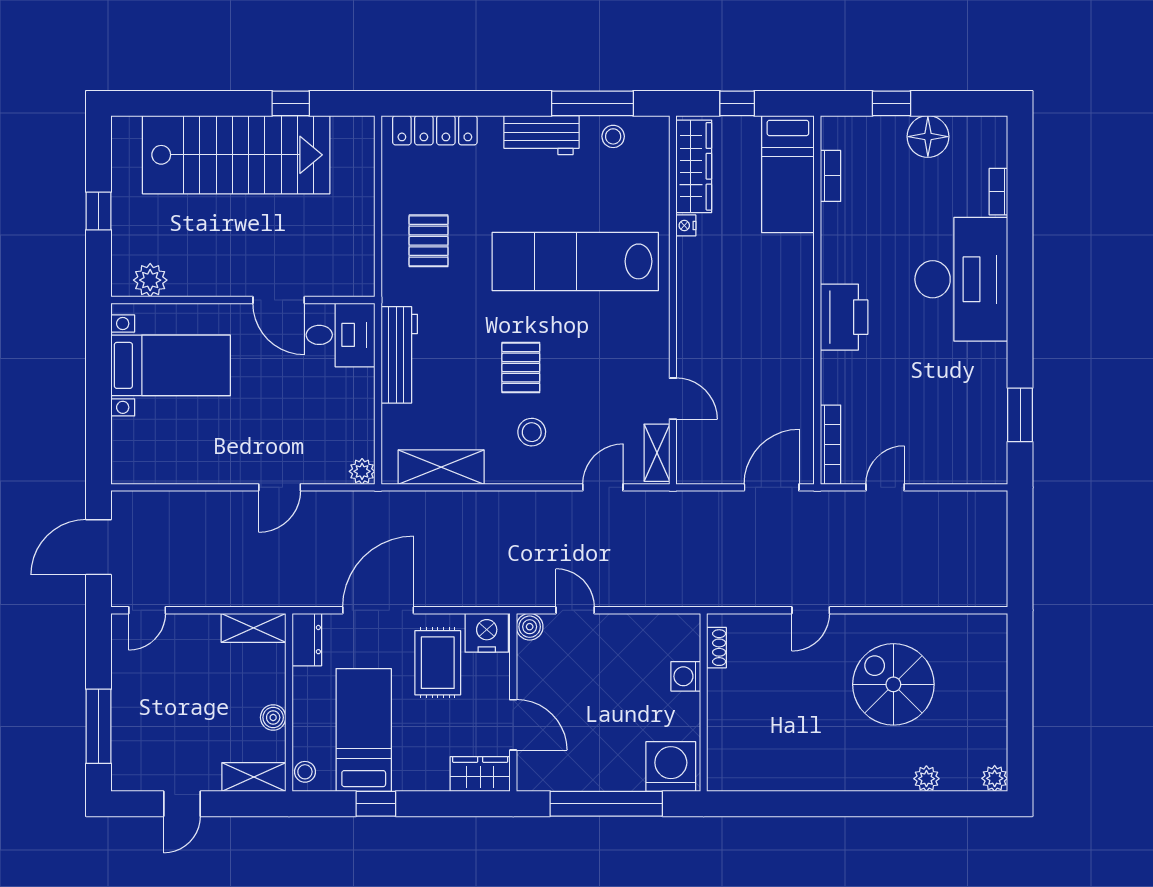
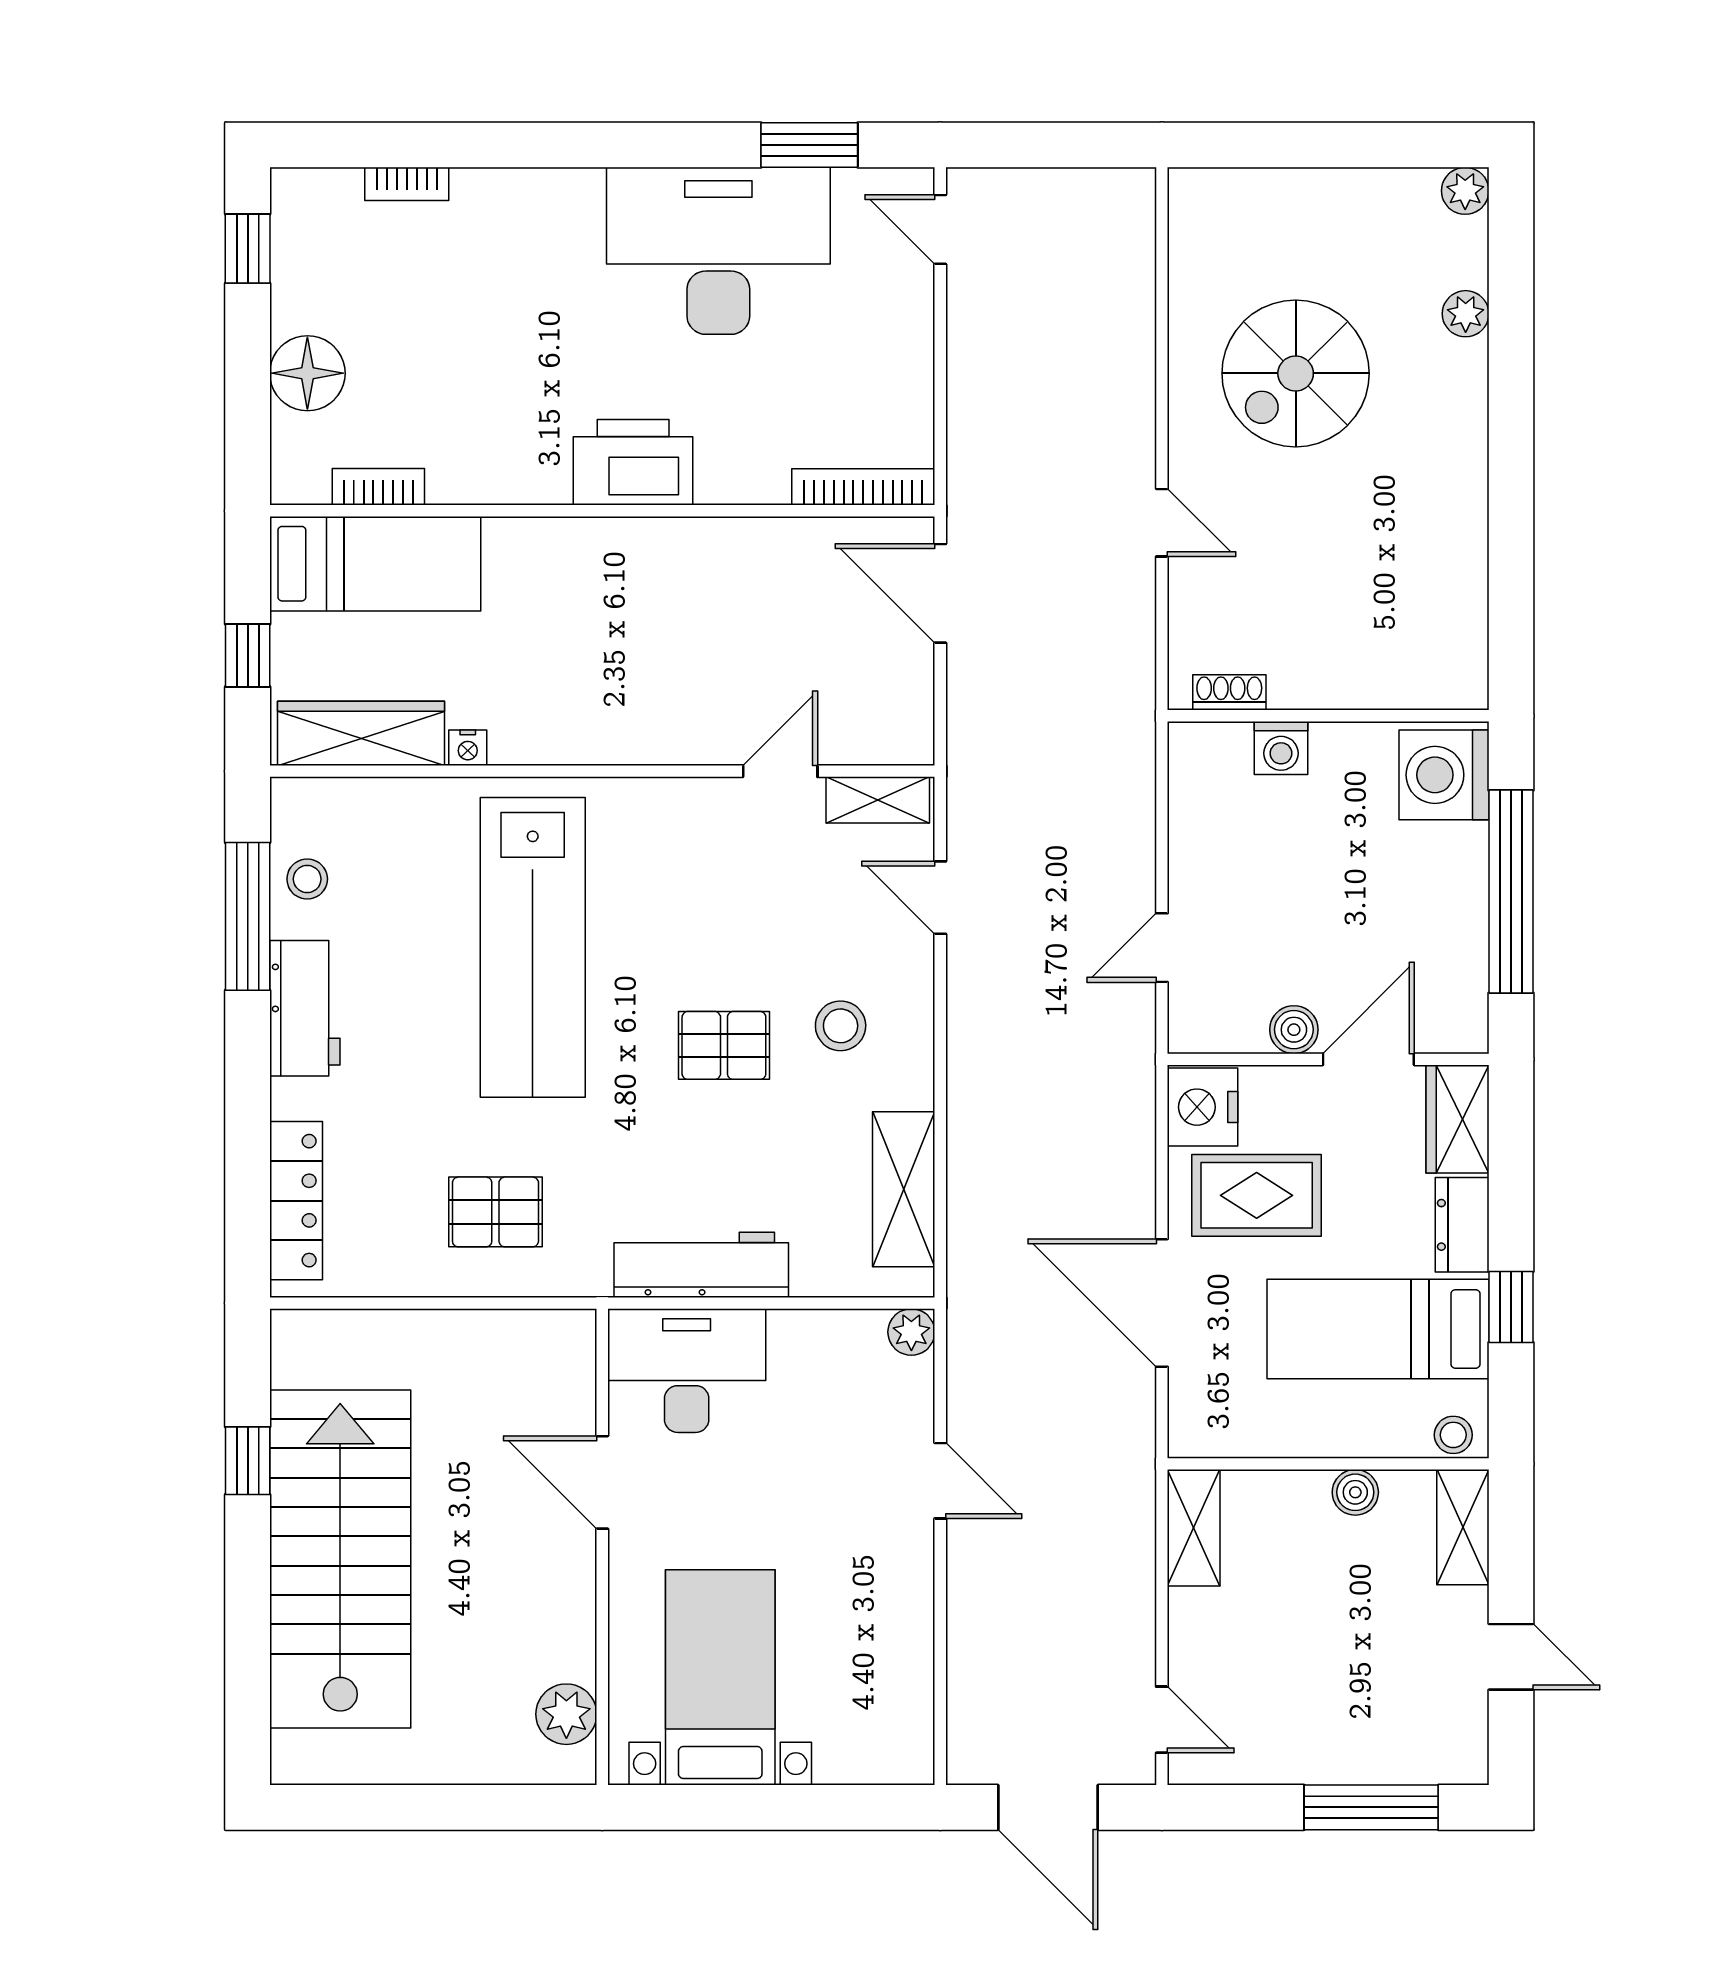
window: (892, 103) -> (248, 249), moved
floor lamp: (928, 137) -> (307, 373), moved
window: (98, 211) -> (442, 1807), removed
desk: (961, 279) -> (718, 251), moved
door: (279, 300) -> (602, 1482), swing flipped
desk: (341, 335) -> (687, 1371), width x1.37
door: (885, 487) -> (940, 229), moved
boiler: (530, 627) -> (1294, 1030), moved
dresser: (307, 640) -> (1462, 1225), moved, turned -90

